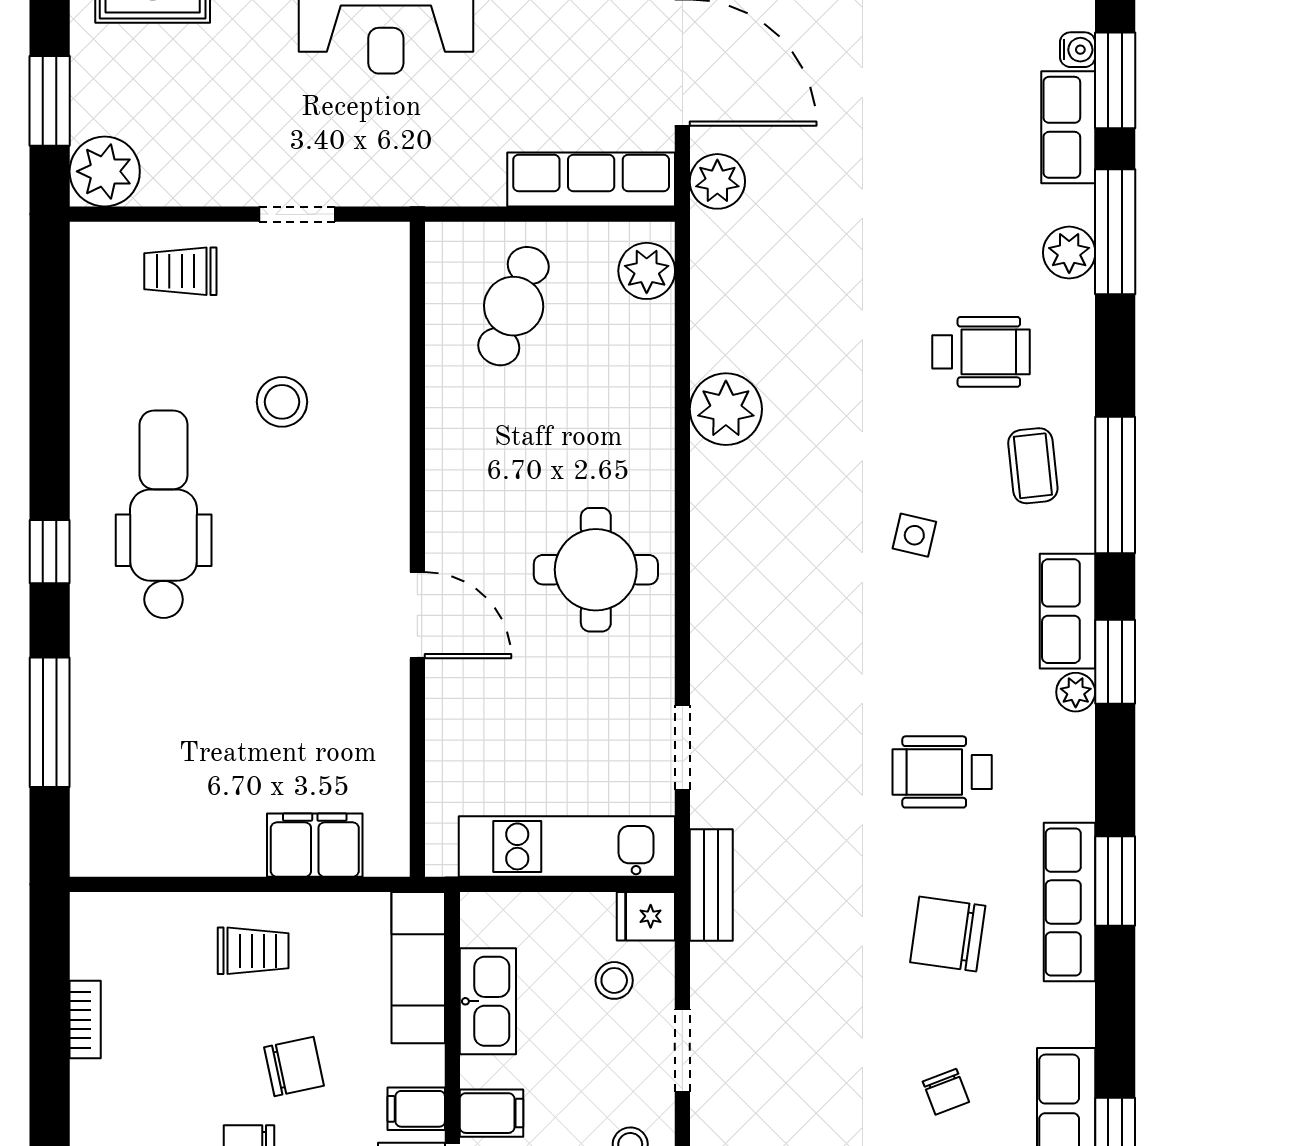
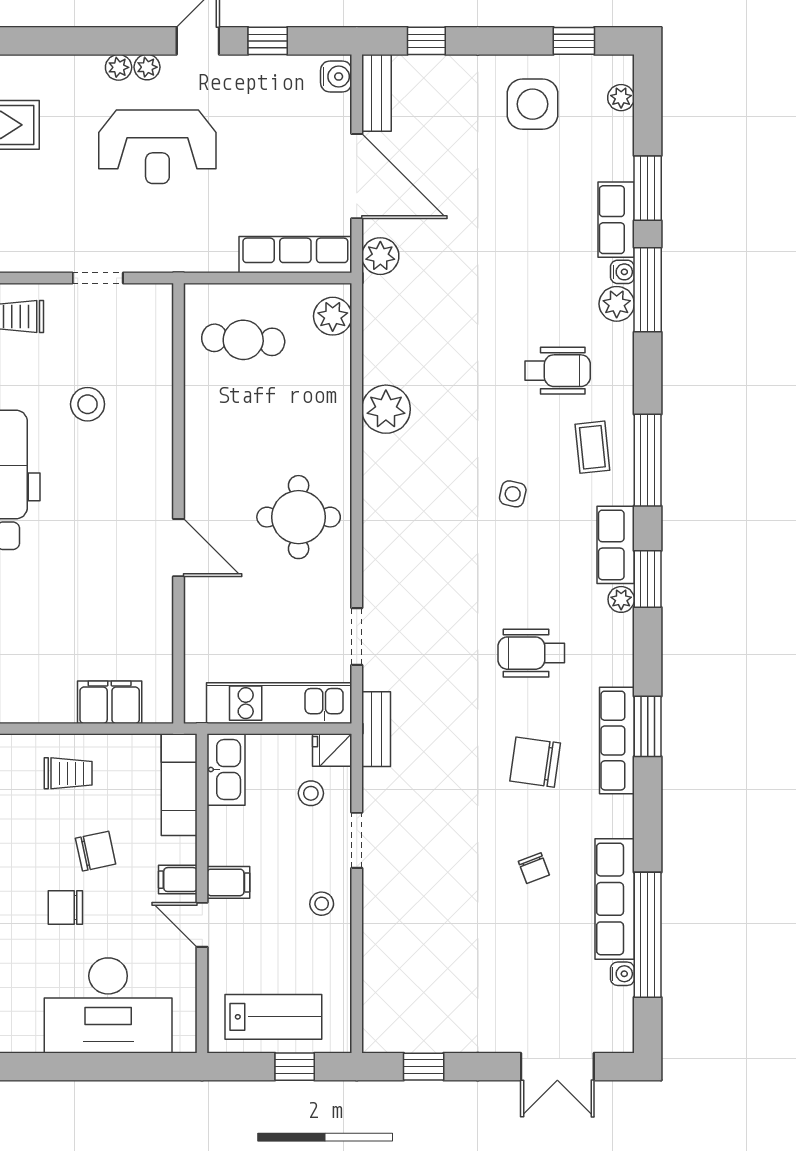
water cooler: (1078, 50) -> (622, 272), moved
cafe table: (514, 306) -> (243, 340), turned 74
kitchen sink: (488, 1001) -> (226, 769), moved

